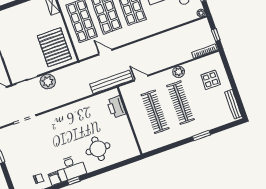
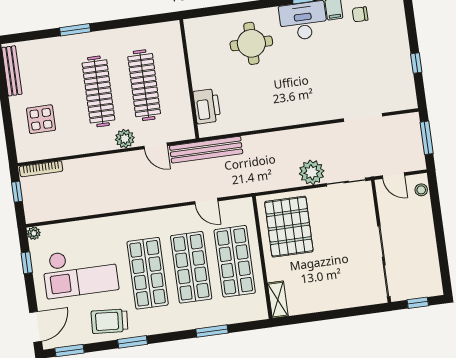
plant: (179, 72) -> (125, 139), moved

